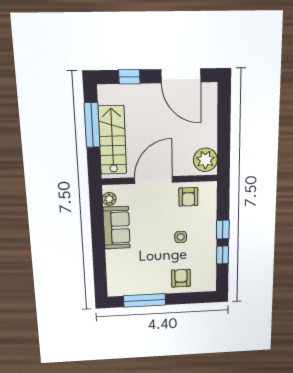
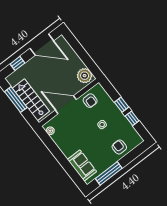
door: (154, 180) -> (66, 105), hinge flipped
sofa: (117, 228) -> (82, 165), moved

